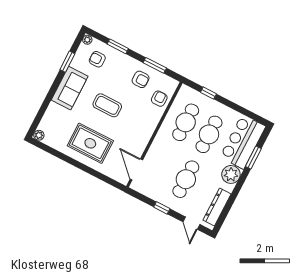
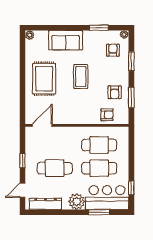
sofa: (70, 88) -> (65, 40), moved
window: (208, 93) -> (131, 188), moved

